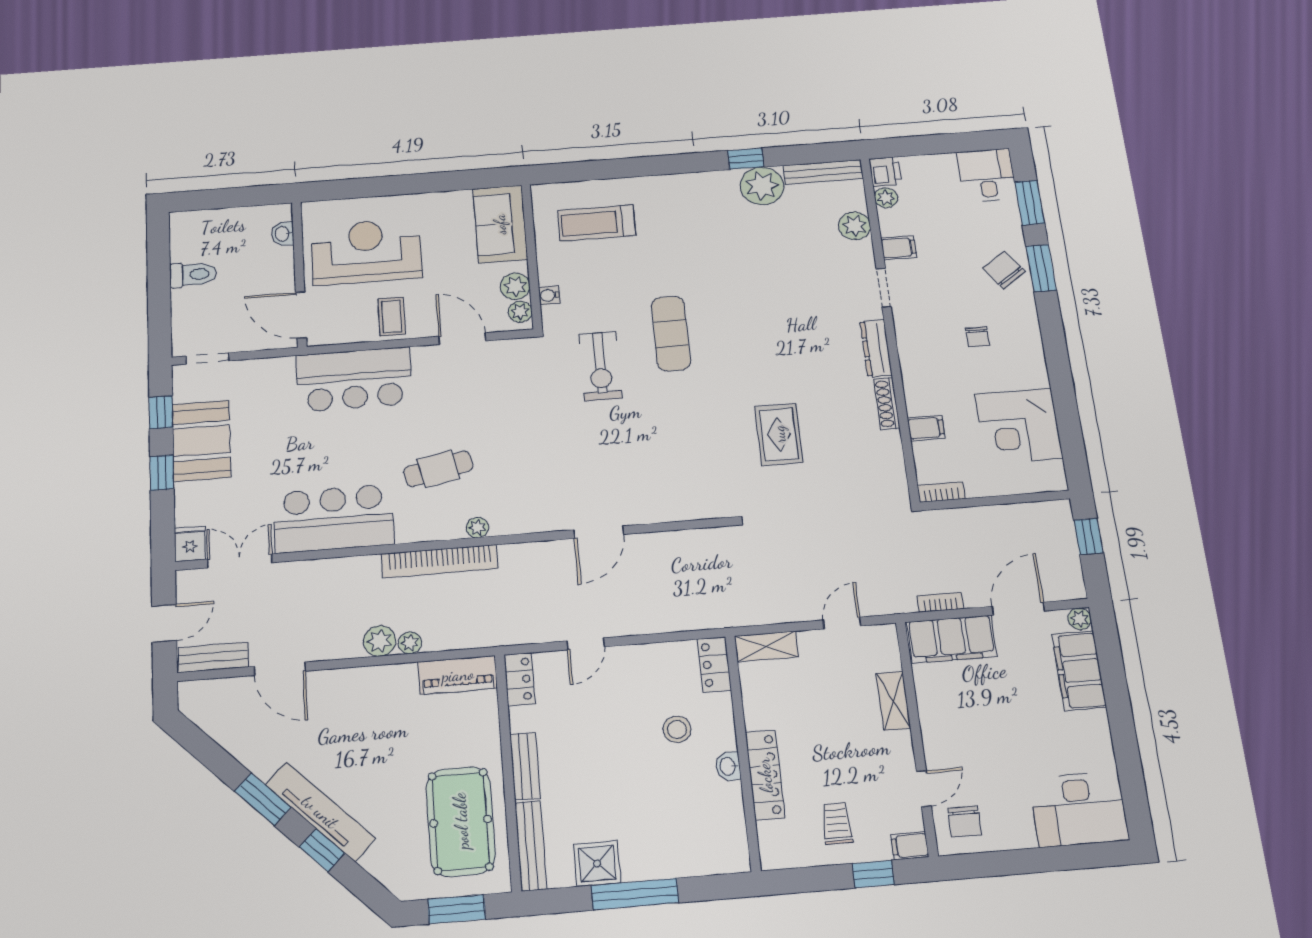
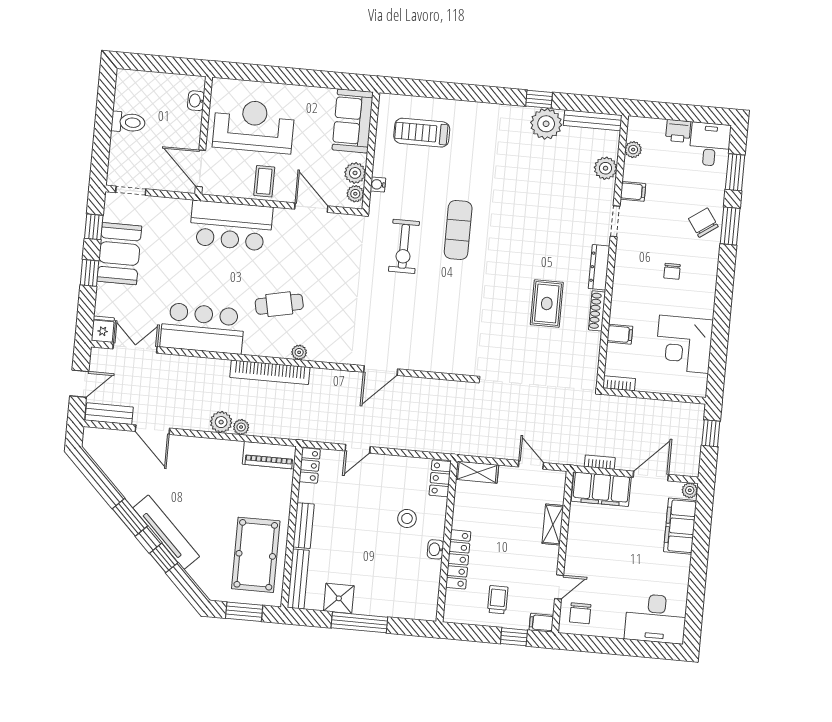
printer: (885, 172) -> (678, 131), moved, turned 90
rug: (779, 434) -> (547, 303), moved
door: (842, 623) -> (531, 465), hinge flipped

